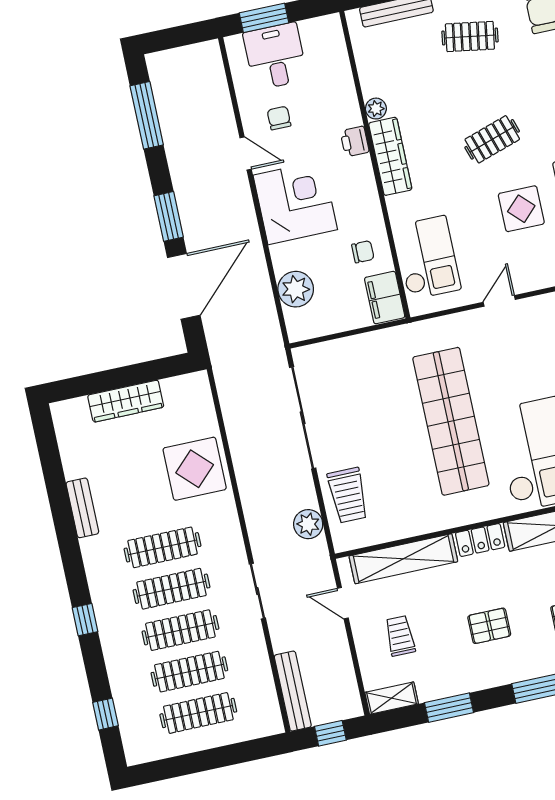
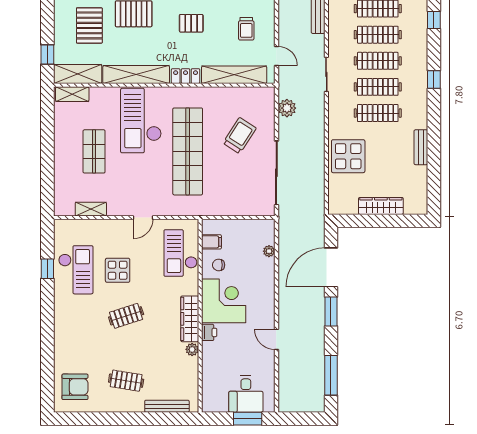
chair: (279, 118) -> (252, 356), removed
corner desk: (295, 202) -> (224, 301), moved, turned 180
plant: (296, 289) -> (269, 251), width x0.53, depth x0.53
filing cabinet: (385, 298) -> (211, 242), width x0.50
trolley: (348, 495) -> (240, 136), moved, turned 33

